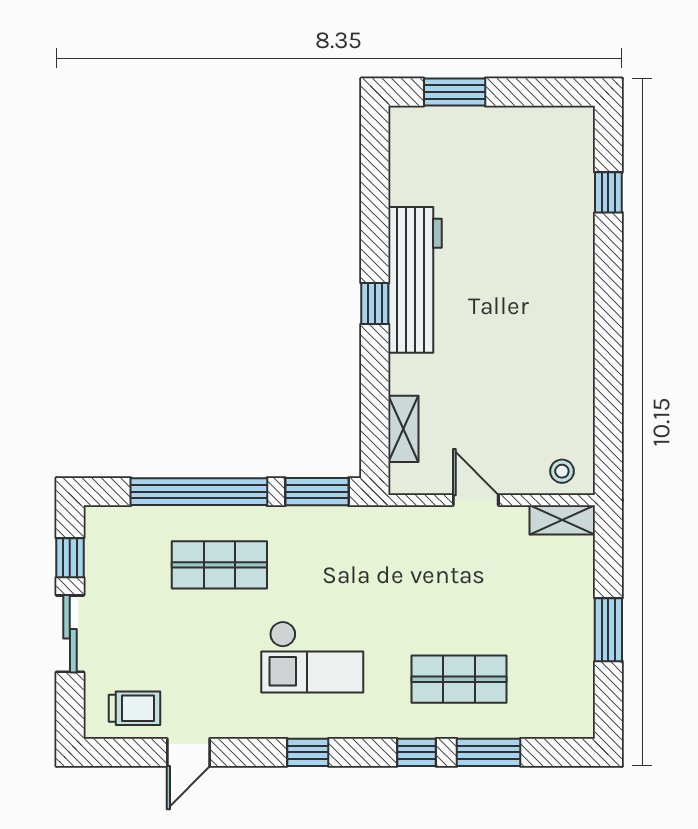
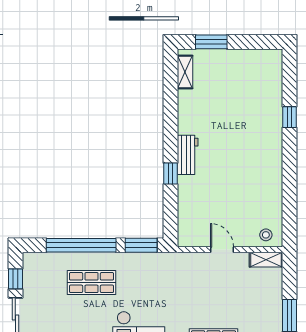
window: (608, 192) -> (290, 117), moved
workbench: (415, 280) -> (188, 155), width x0.53, depth x0.76
window: (375, 303) -> (171, 173), moved
shelving: (403, 429) -> (185, 72), moved

